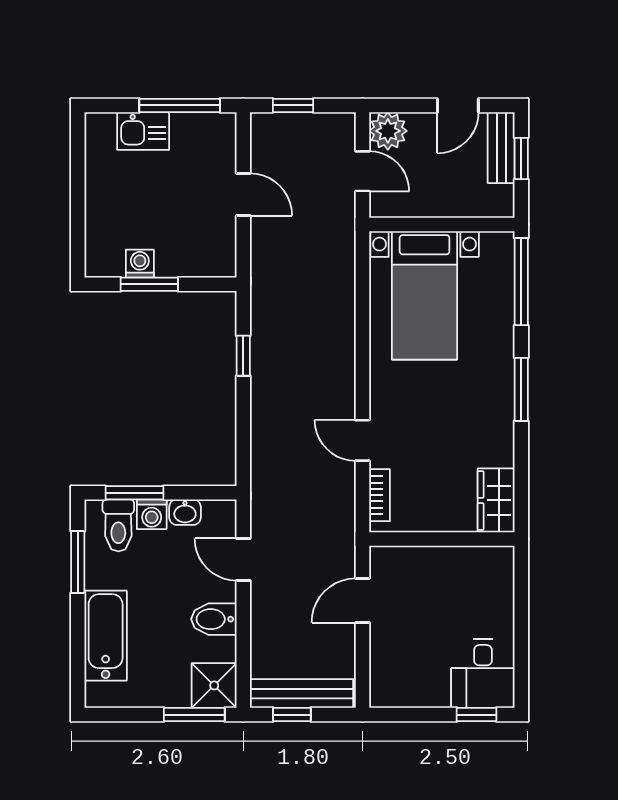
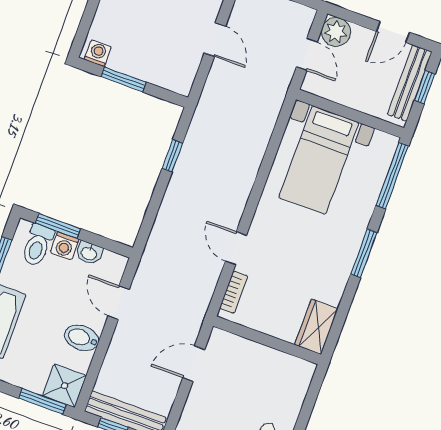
bench: (501, 148) -> (410, 83), width x1.36
washing machine: (140, 264) -> (98, 53), moved

